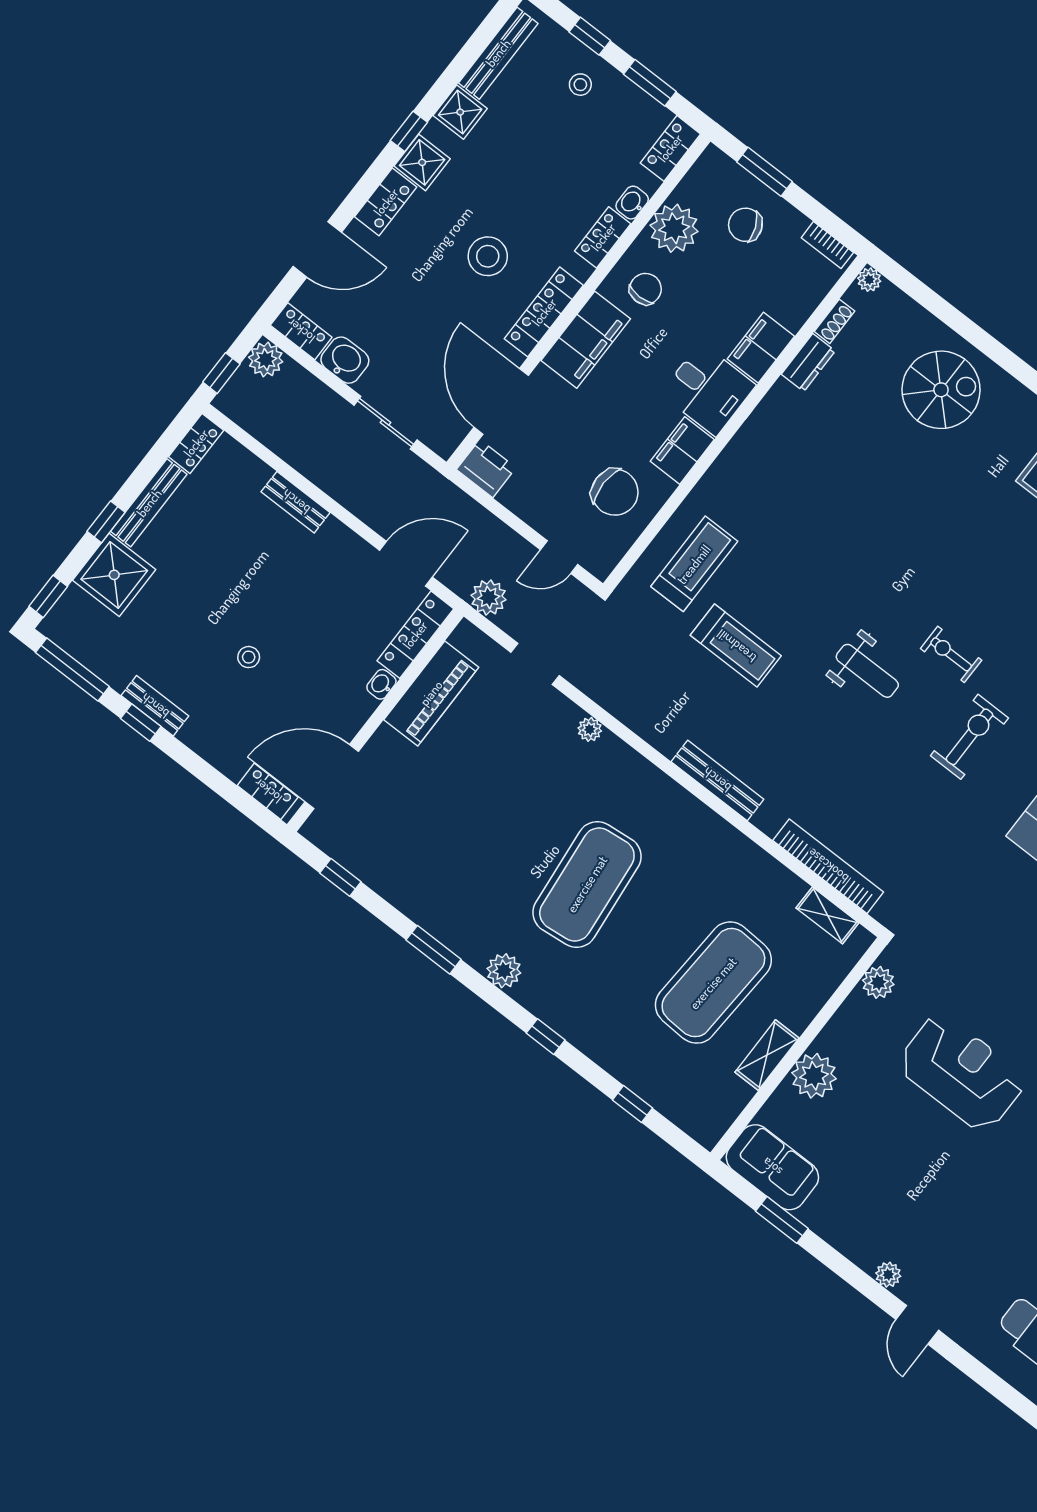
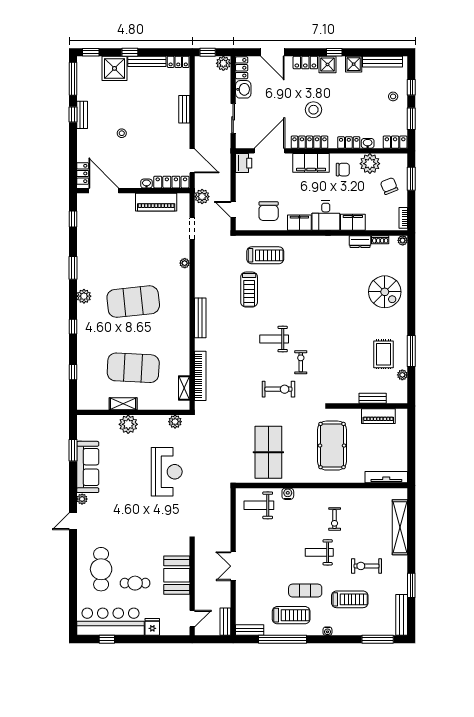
weight bench: (867, 671) -> (274, 339), turned 90
sofa: (772, 1167) -> (88, 467), moved, width x1.36

